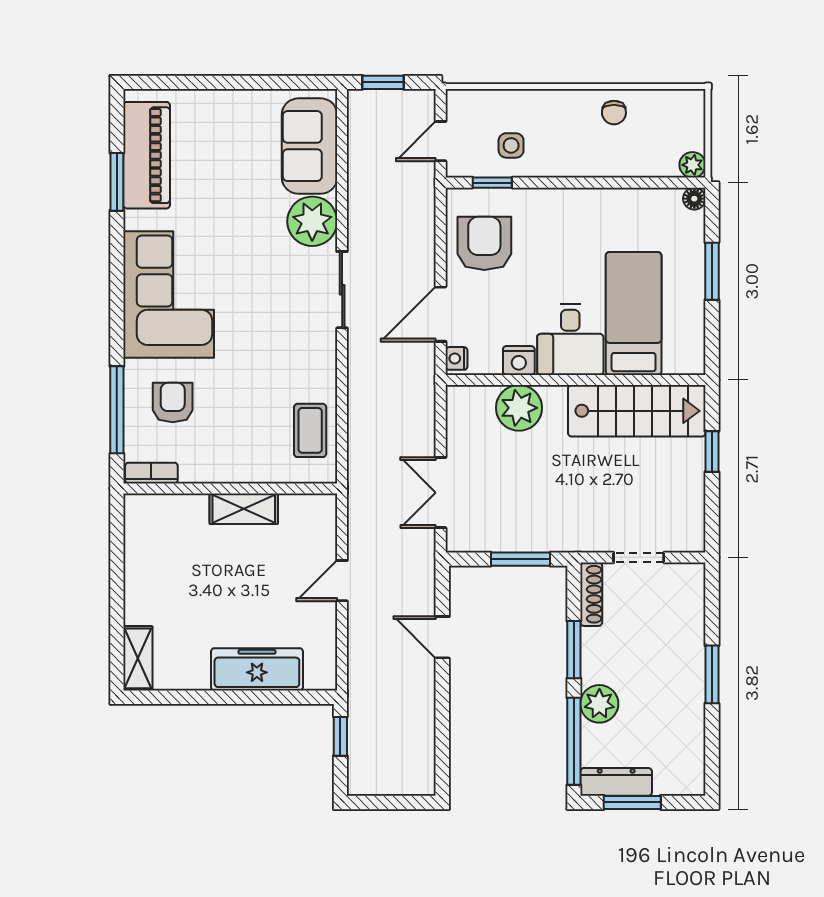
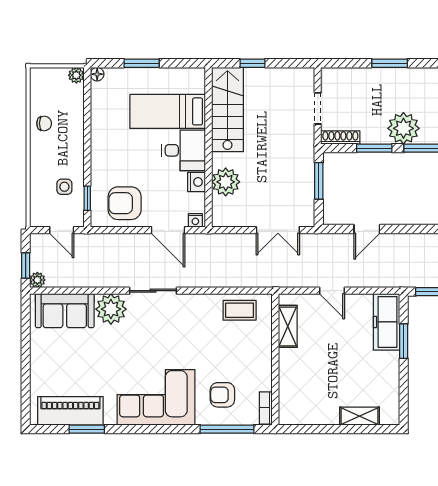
plant: (360, 102) -> (37, 280), added
shelving: (244, 509) -> (288, 326), moved
shelving: (138, 658) -> (360, 416), moved
freezer: (257, 669) -> (386, 322), moved
window: (260, 697) -> (404, 341), added
plant: (599, 704) -> (403, 128), width x1.36, depth x1.36

